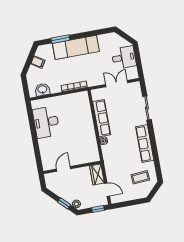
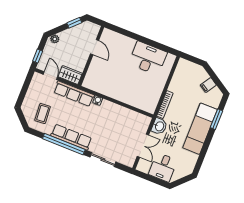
washbasin: (42, 90) -> (159, 126), moved
row of seats: (102, 118) -> (74, 94), moved
window: (154, 146) -> (64, 144), added
door: (107, 190) -> (50, 76), swing flipped
window: (64, 203) -> (74, 23), moved

